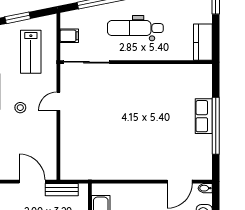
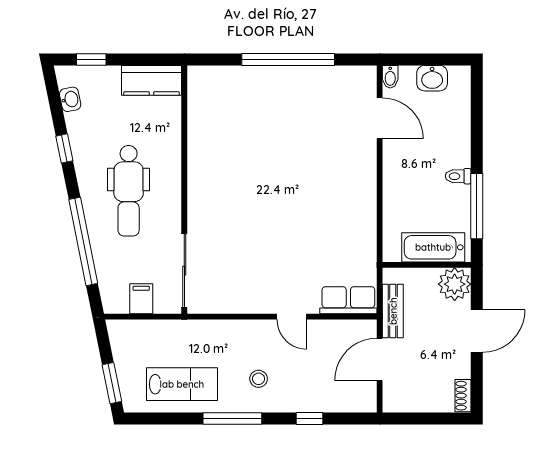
lab bench: (31, 52) -> (182, 384), moved
door: (58, 101) -> (292, 317), moved
row of seats: (204, 116) -> (348, 300), moved, turned 180

